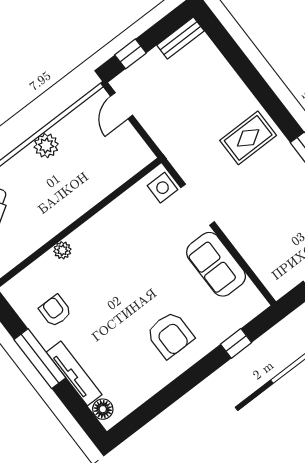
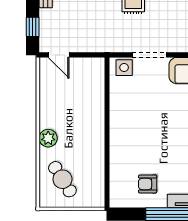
plant: (46, 146) -> (48, 138), moved
plant: (62, 250) -> (116, 153), removed

